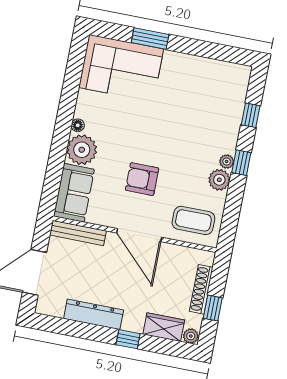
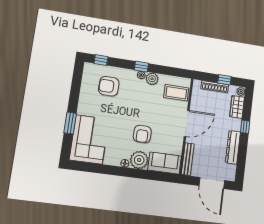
armchair: (209, 105) -> (109, 86), added
window: (251, 115) -> (101, 60), moved
armchair: (142, 179) -> (142, 134), moved
coffee table: (193, 220) -> (176, 93), turned 90

